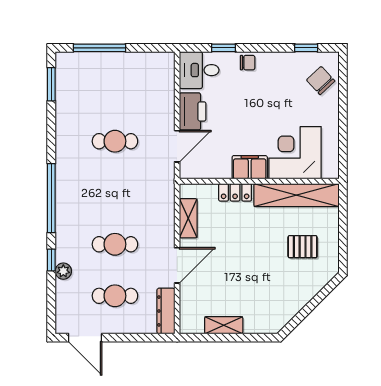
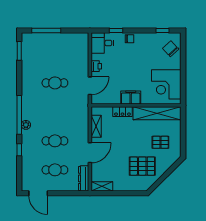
printer: (193, 111) -> (96, 66), width x0.53, depth x0.68
corner desk: (295, 153) -> (166, 84), moved, turned -90
plant: (63, 271) -> (26, 125), moved
pallet: (270, 289) -> (142, 166), added
shelving: (224, 325) -> (102, 186), moved

